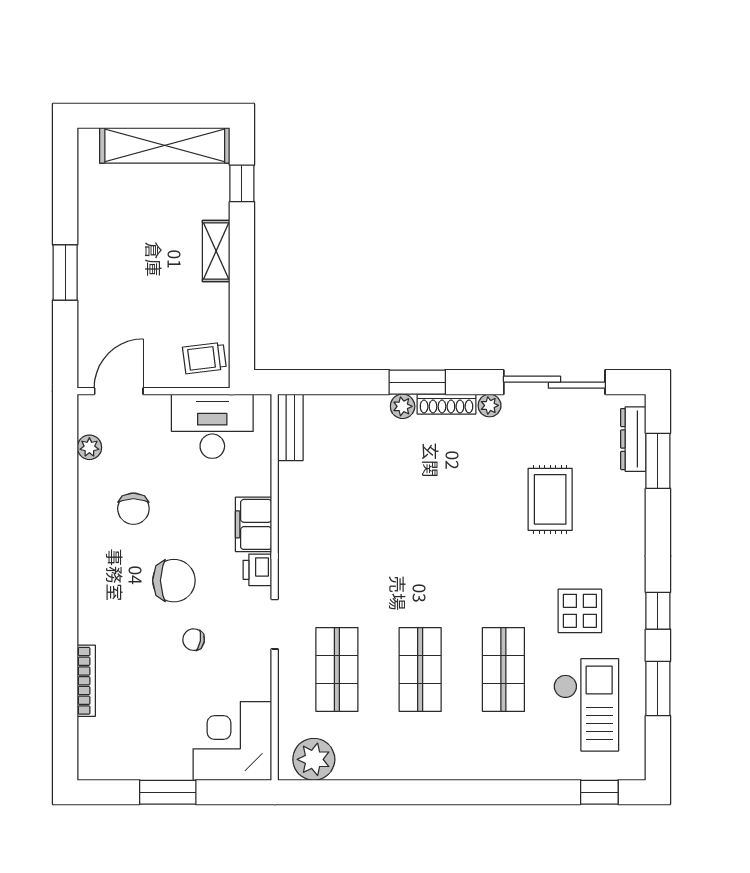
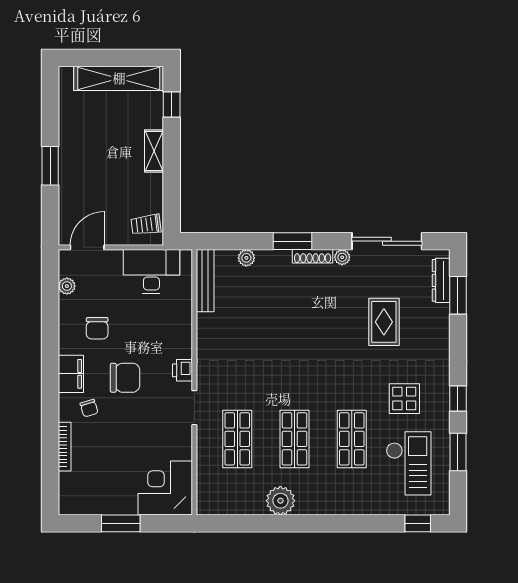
plant: (403, 406) -> (246, 258), moved
bench: (290, 427) -> (205, 281), width x1.36
filing cabinet: (254, 524) -> (71, 374), moved, turned 180
chair: (194, 640) -> (89, 408), moved, turned -117
plant: (314, 759) -> (280, 501), moved

